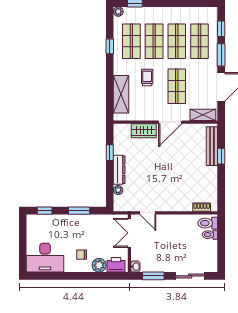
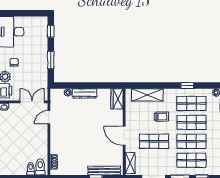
wardrobe: (144, 131) -> (117, 99), moved
window: (110, 153) -> (99, 86), removed

